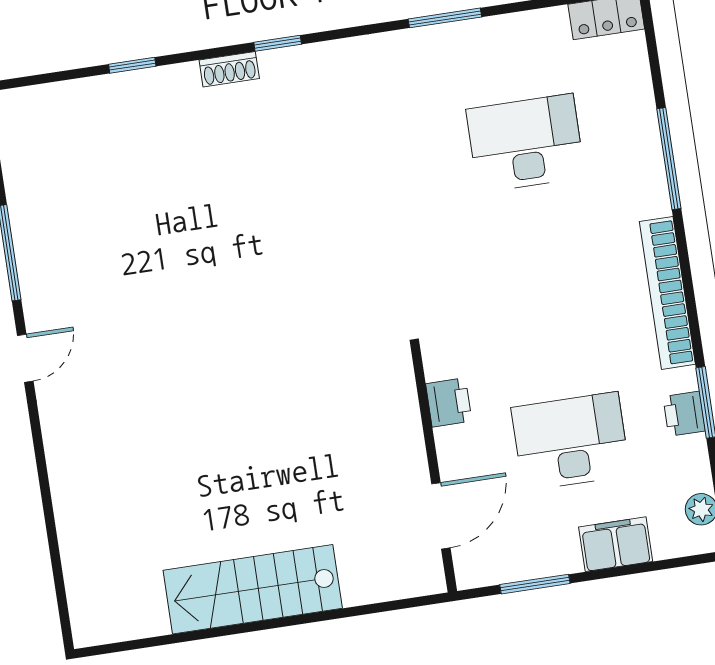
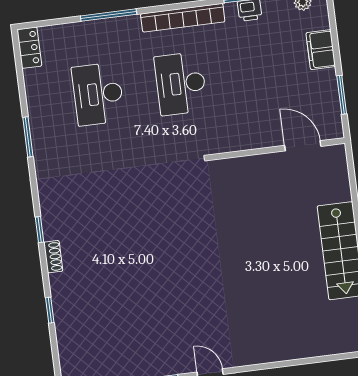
printer: (449, 402) -> (240, 140), removed
desk: (571, 441) -> (181, 84), moved

